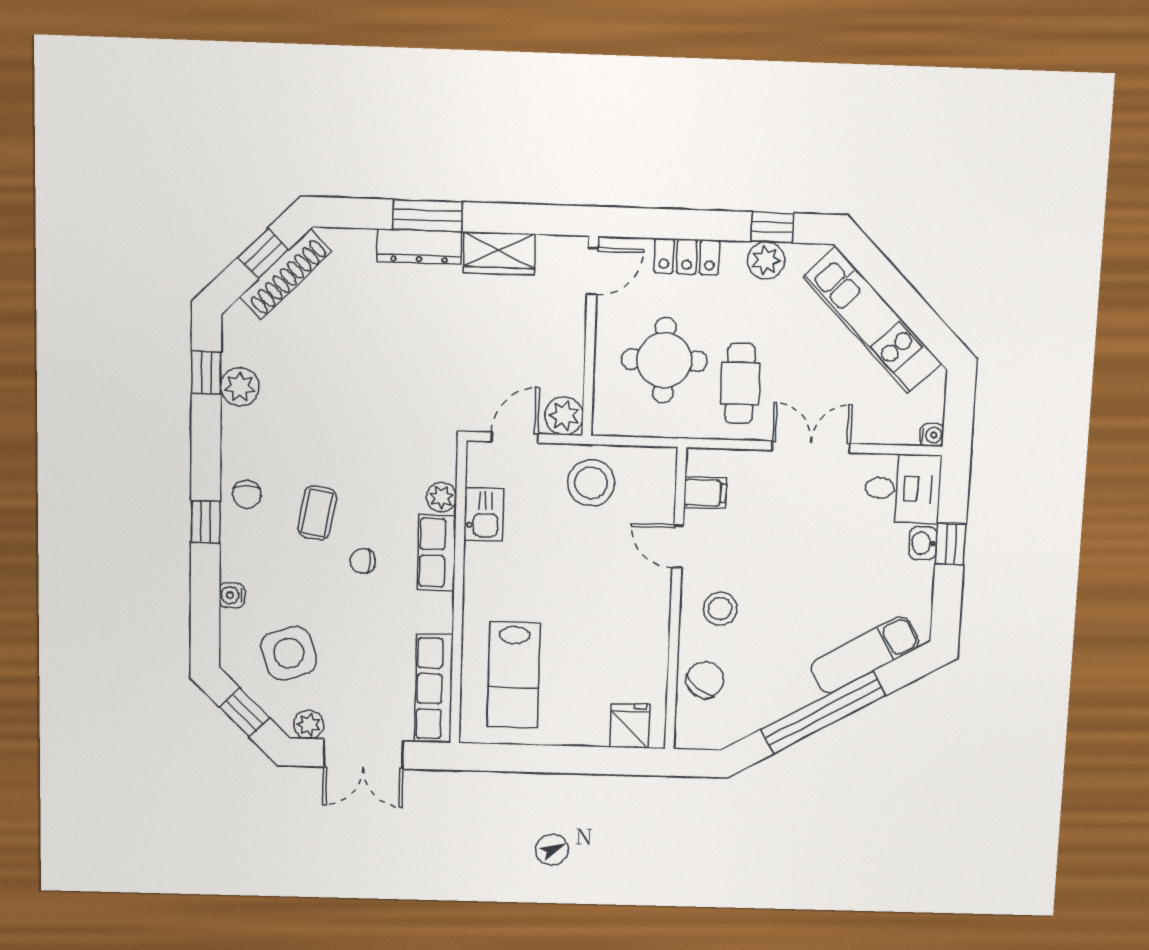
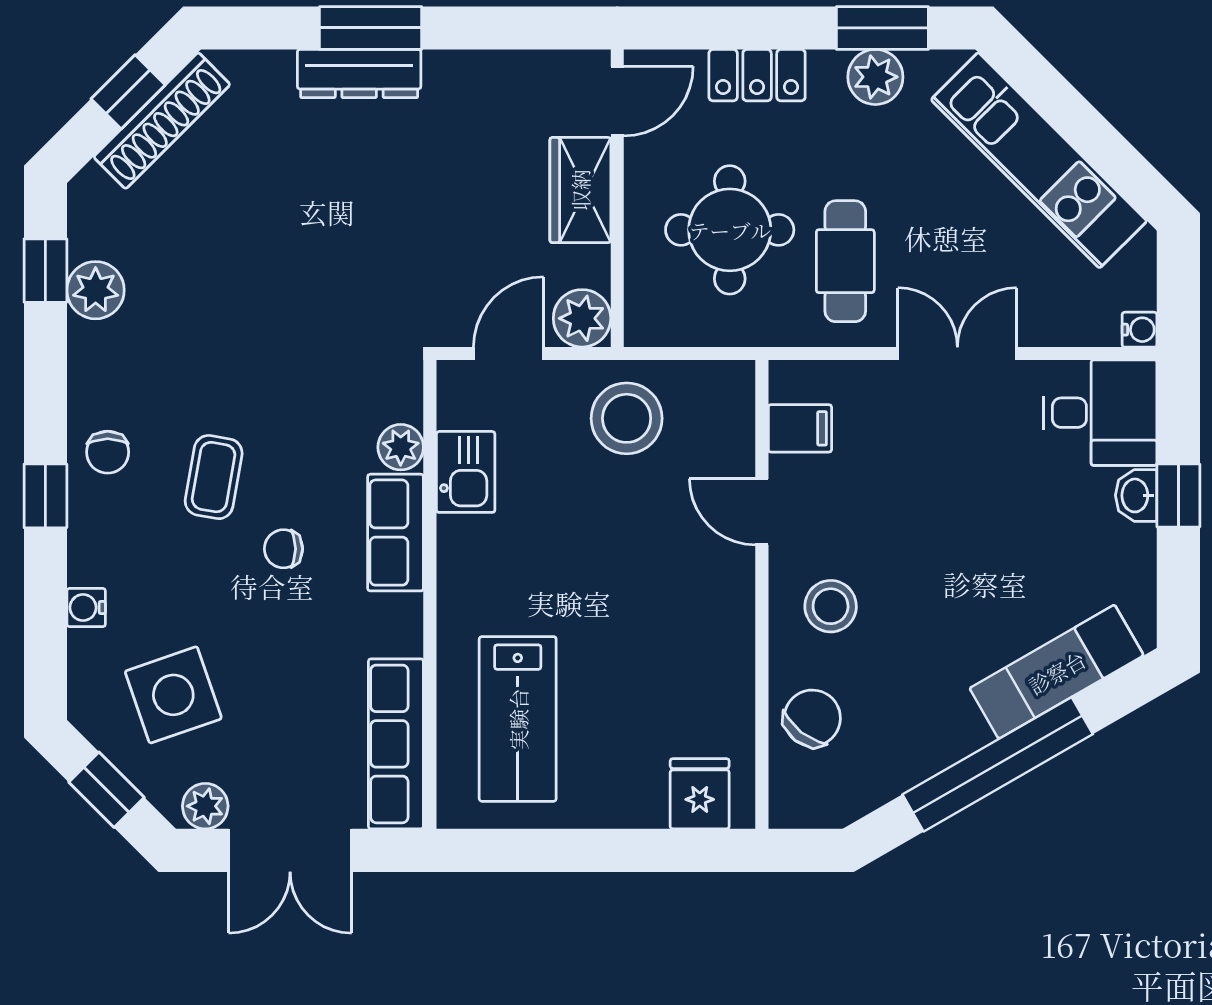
window: (772, 227) -> (882, 28), width x1.50
wardrobe: (499, 253) -> (580, 190), moved, turned 90

